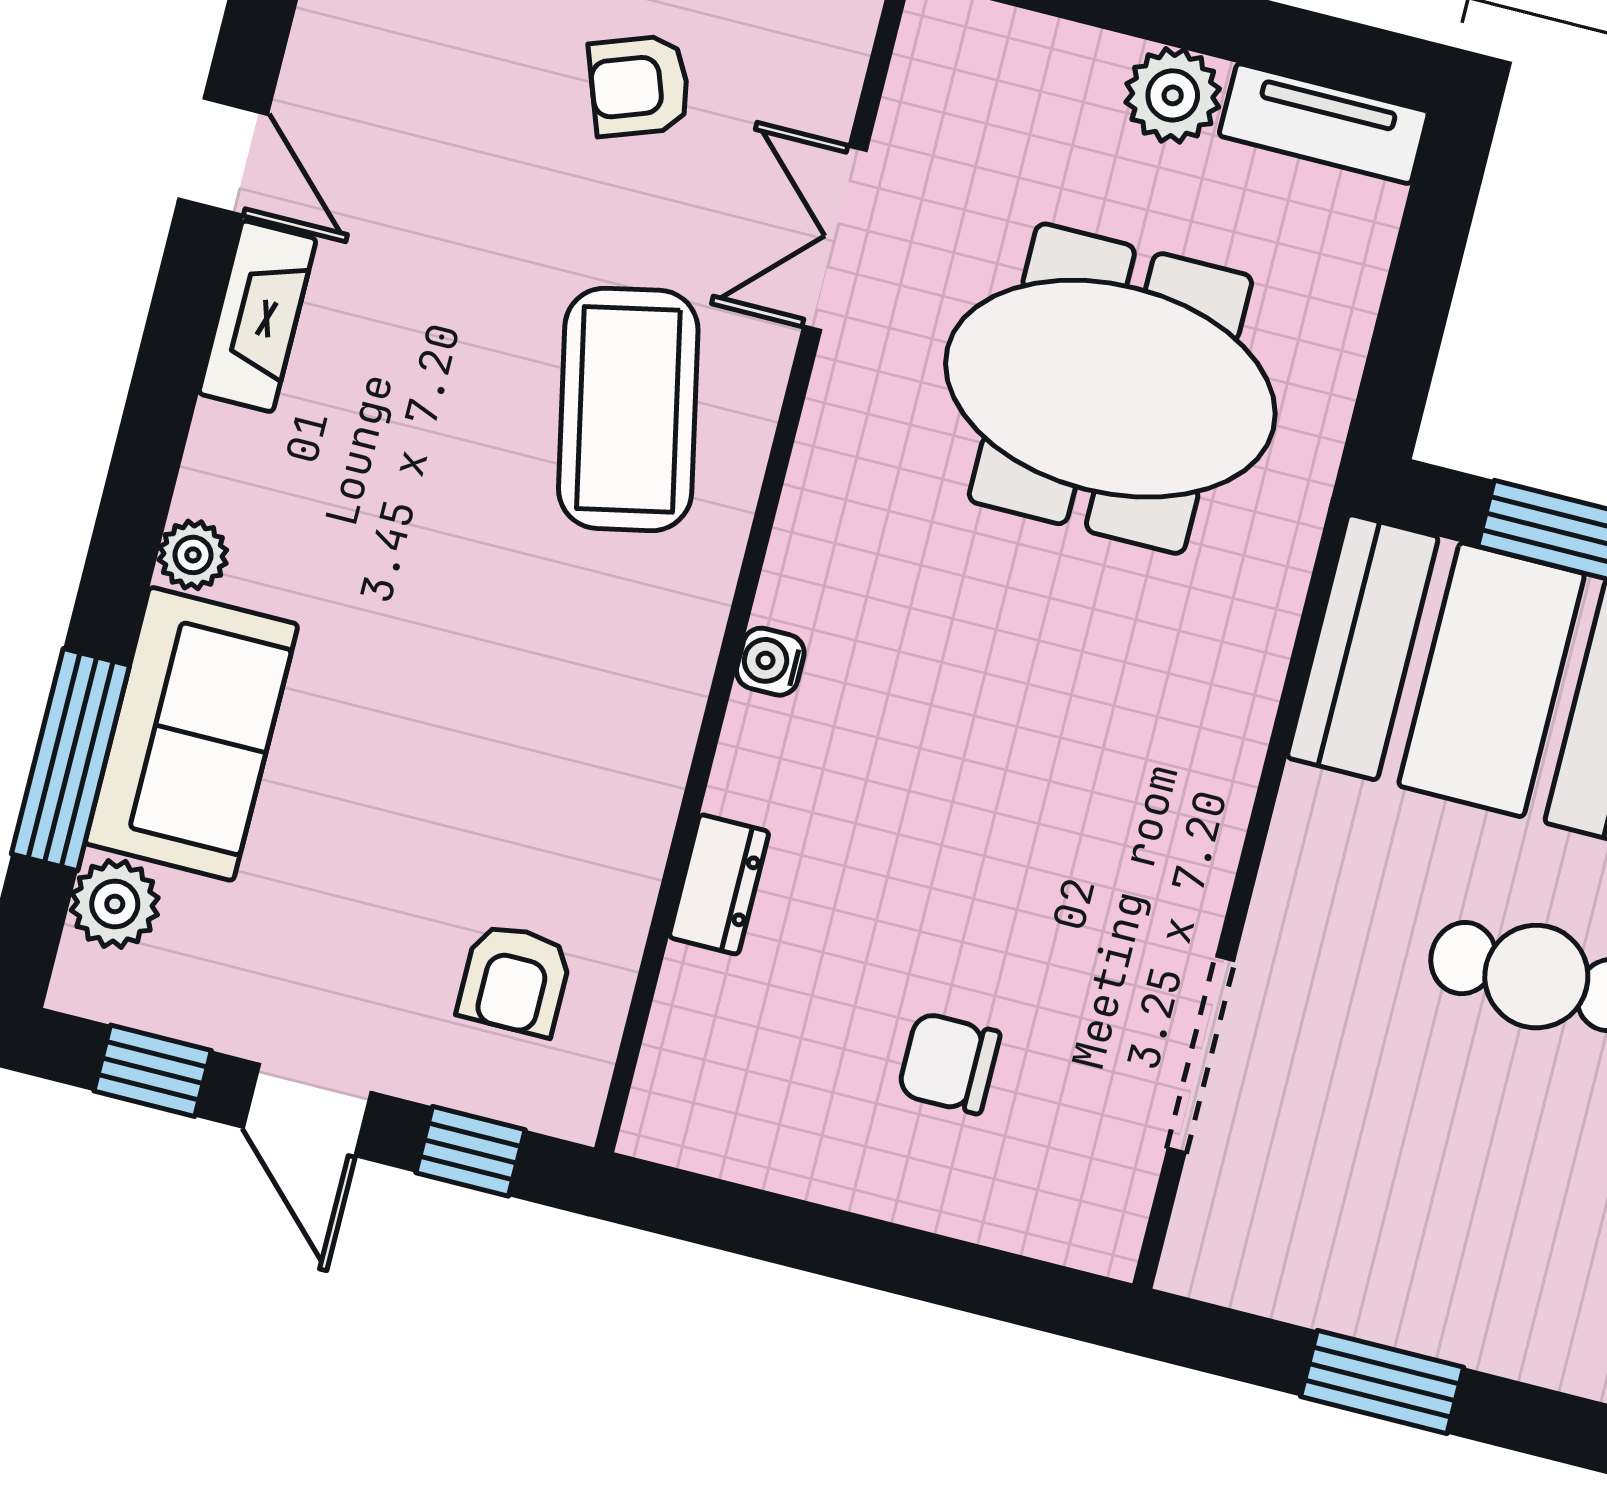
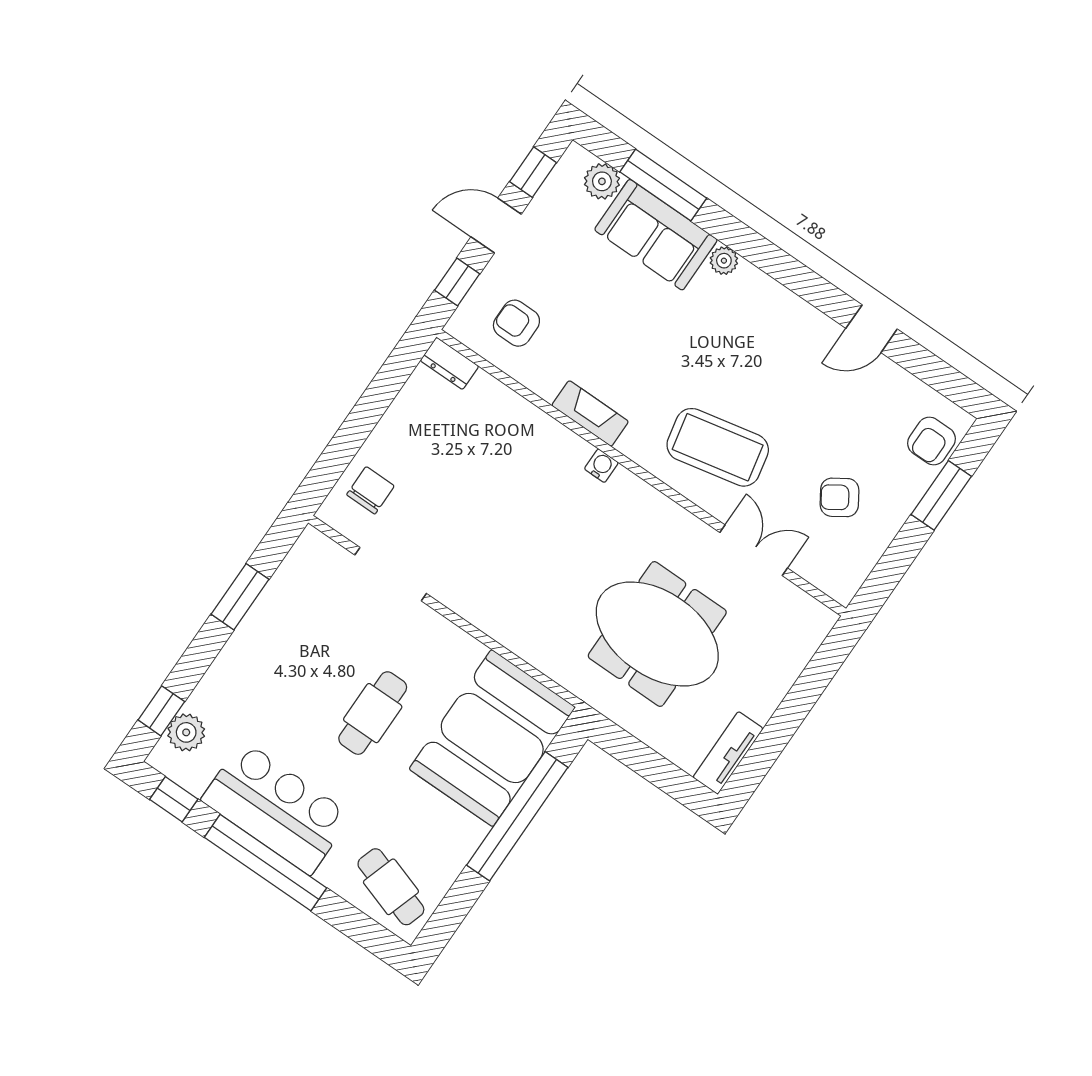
armchair: (639, 86) -> (839, 497), turned -103
plant: (1173, 95) -> (760, 699), removed
fireplace: (257, 316) -> (590, 413), moved, turned 180
meeting table: (1110, 389) -> (657, 634), turned 90
dresser: (719, 884) -> (449, 363), moved
chair: (949, 1063) -> (370, 490), moved

